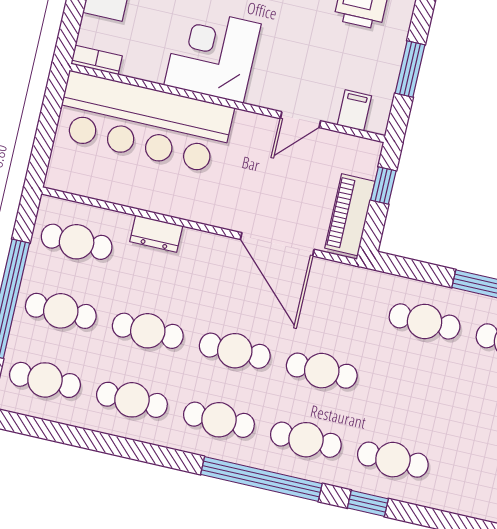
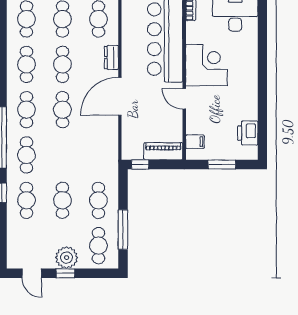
door: (300, 120) -> (184, 99), moved
window: (383, 185) -> (140, 164), moved
piano: (350, 215) -> (163, 151), moved
door: (277, 244) -> (120, 96), moved
cafe table: (322, 371) -> (62, 200), moved

